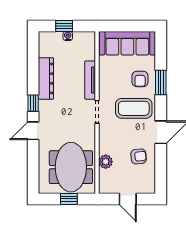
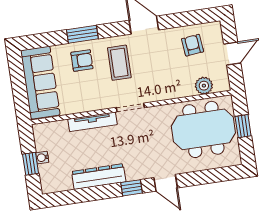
coffee table: (134, 108) -> (119, 63), width x0.73, depth x0.76
armchair: (139, 156) -> (193, 45), moved
plant: (106, 162) -> (204, 86), moved

